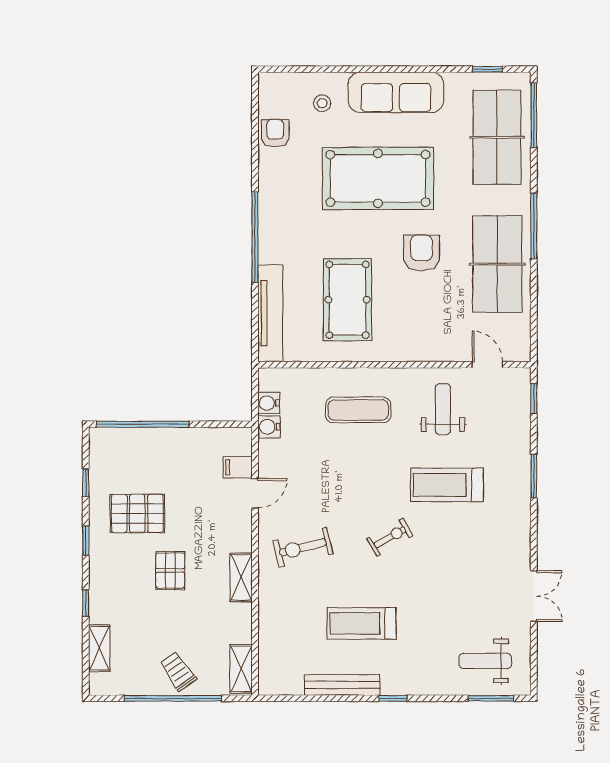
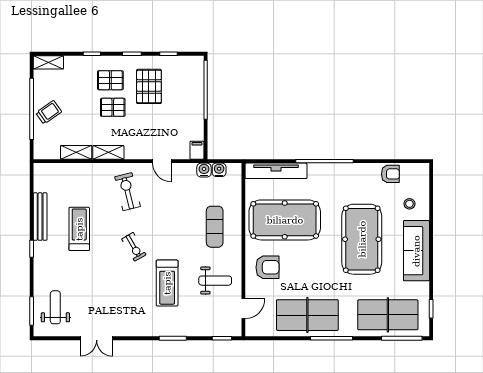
armchair: (422, 253) -> (267, 267), moved
pool table: (347, 300) -> (285, 220), width x1.36, depth x1.32
filing cabinet: (238, 467) -> (197, 150), moved
treadmill: (447, 485) -> (167, 283), turned 180
pallet: (128, 574) -> (110, 80), added
shelving: (99, 648) -> (48, 62), moved
shelving: (241, 669) -> (76, 152), moved

